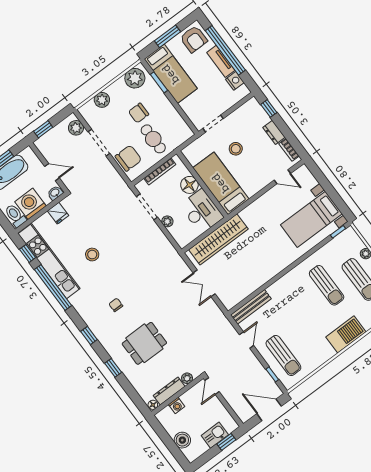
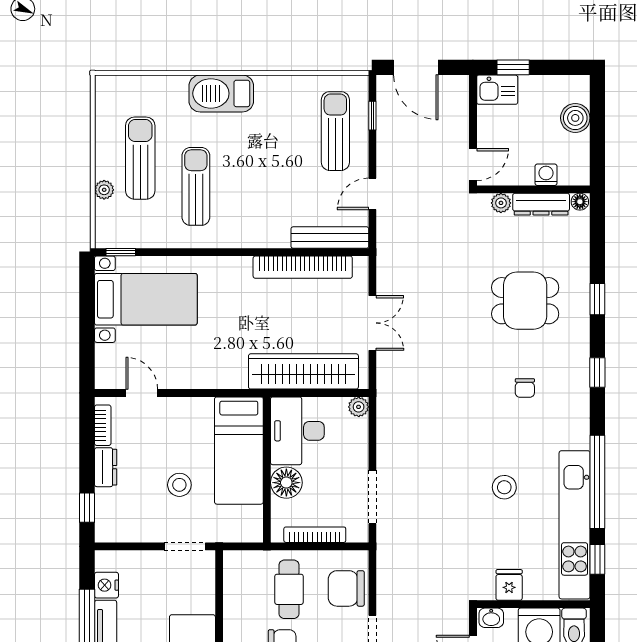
plant: (167, 221) -> (359, 407), moved
bookcase: (253, 285) -> (303, 267), added
kitchen sink: (215, 435) -> (497, 90), moved

